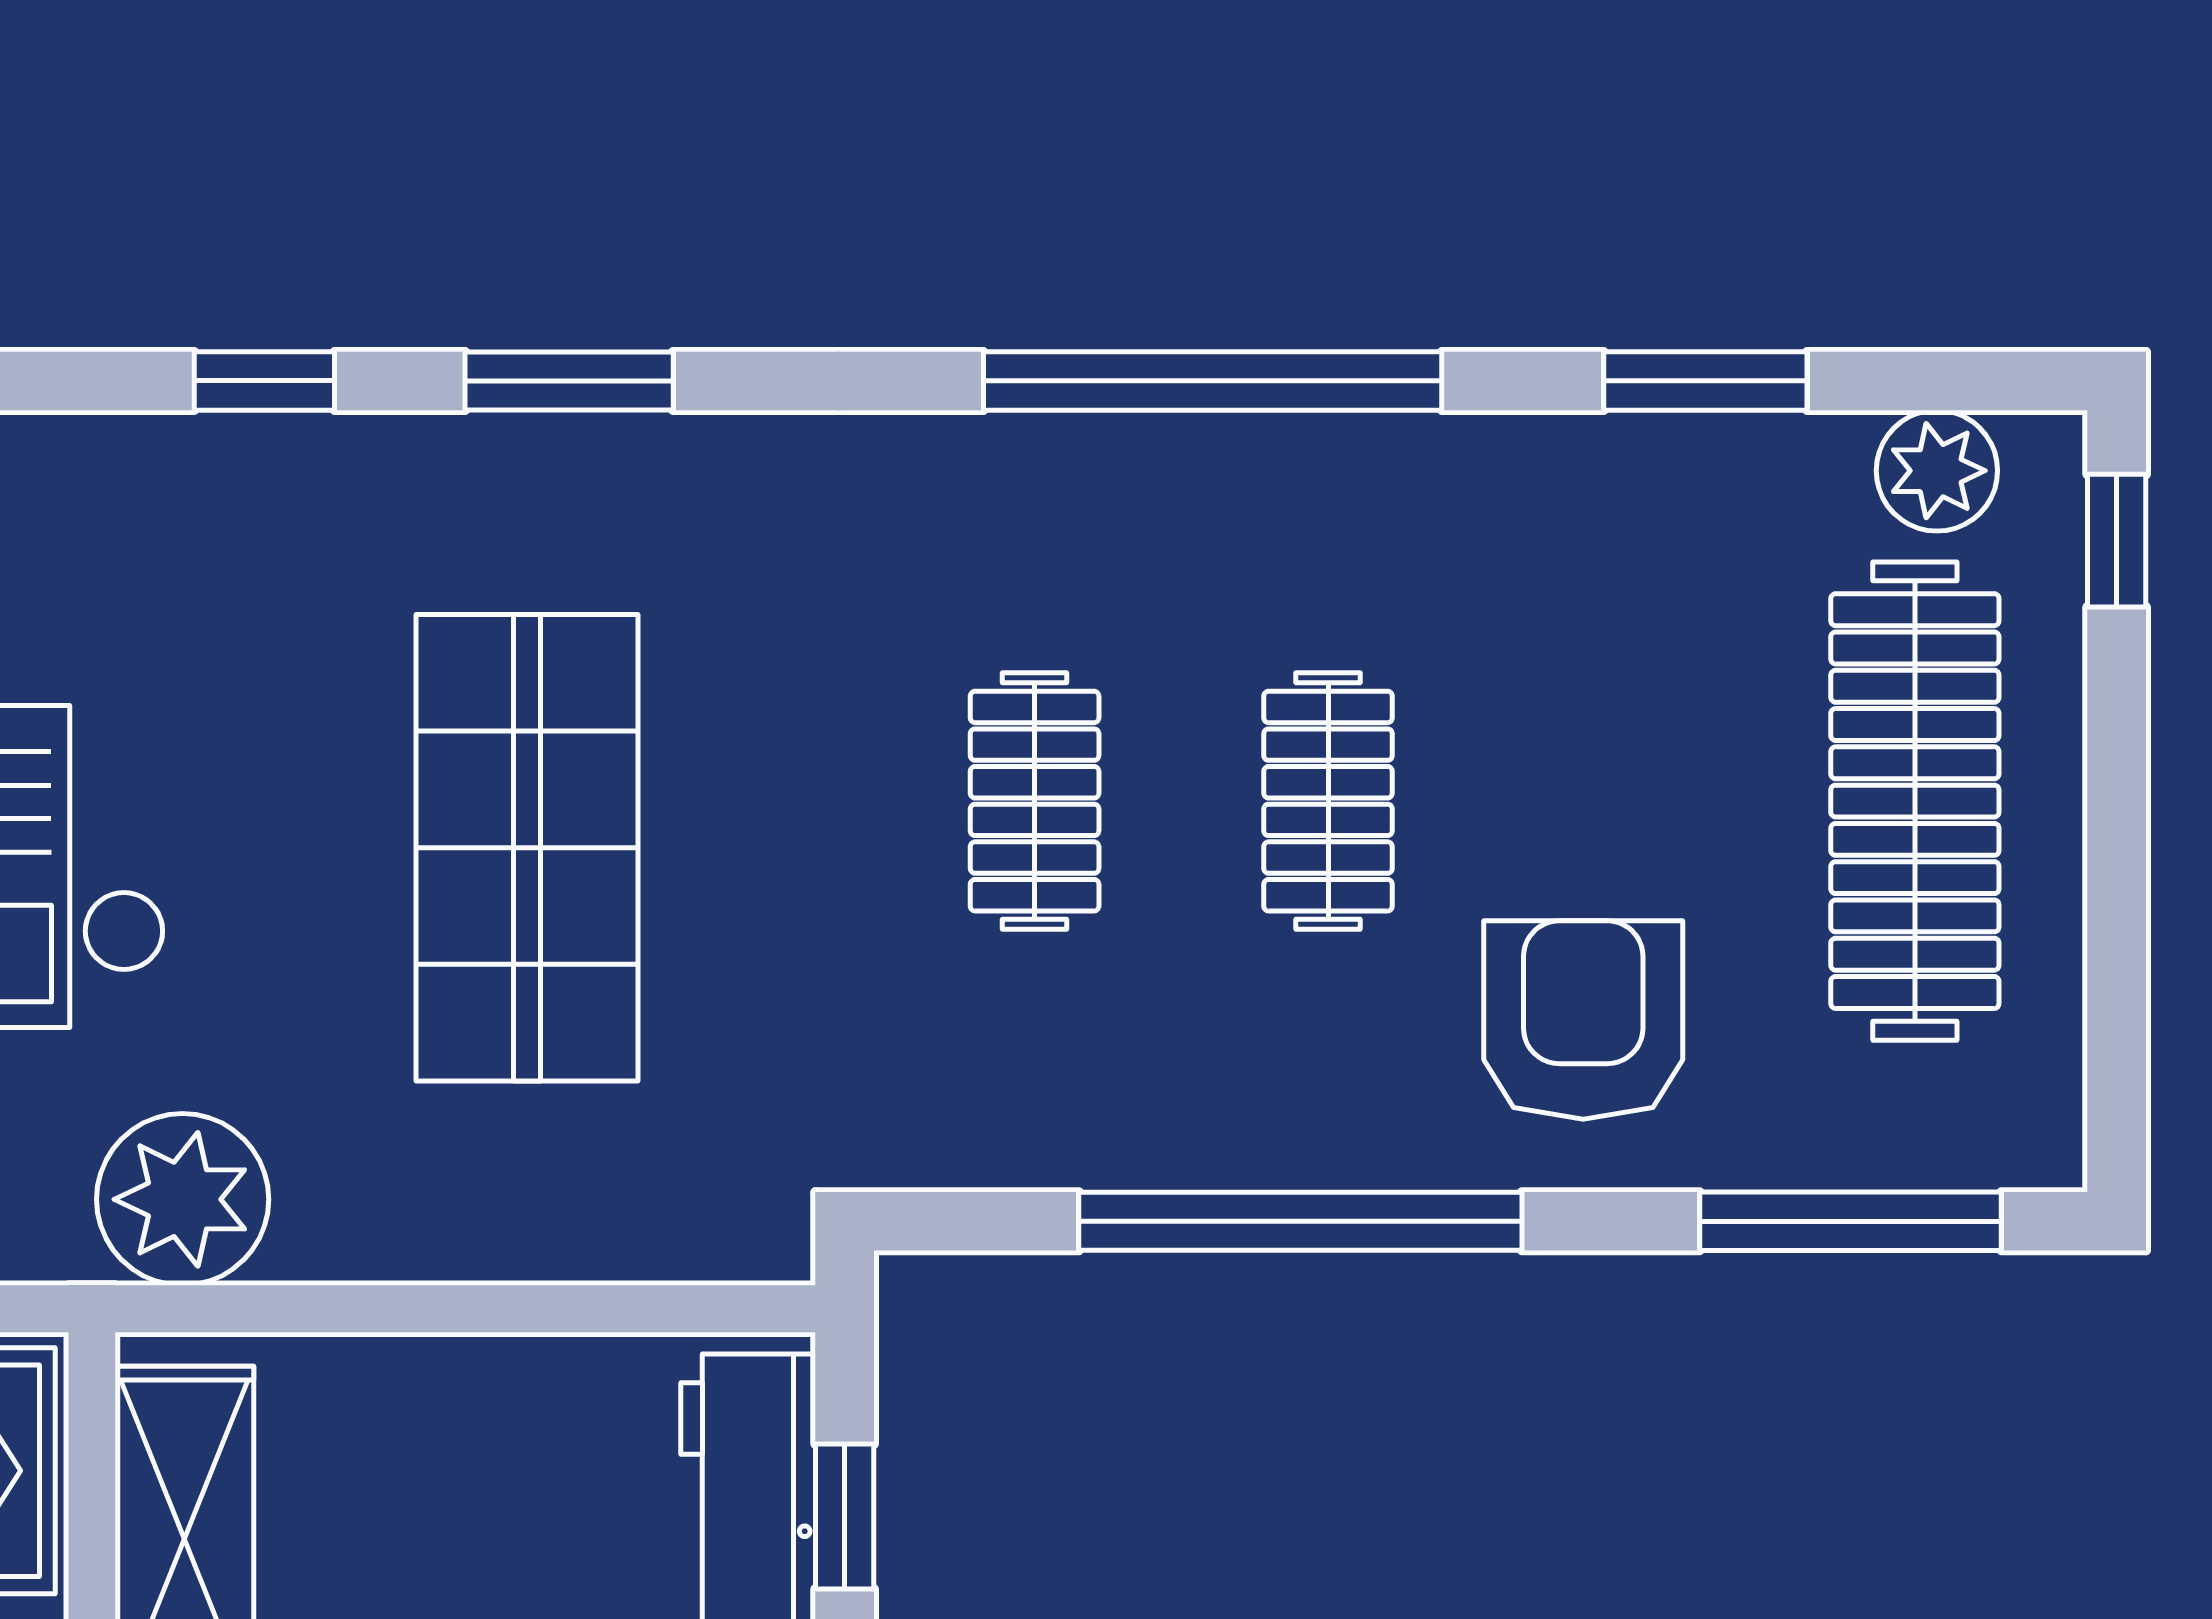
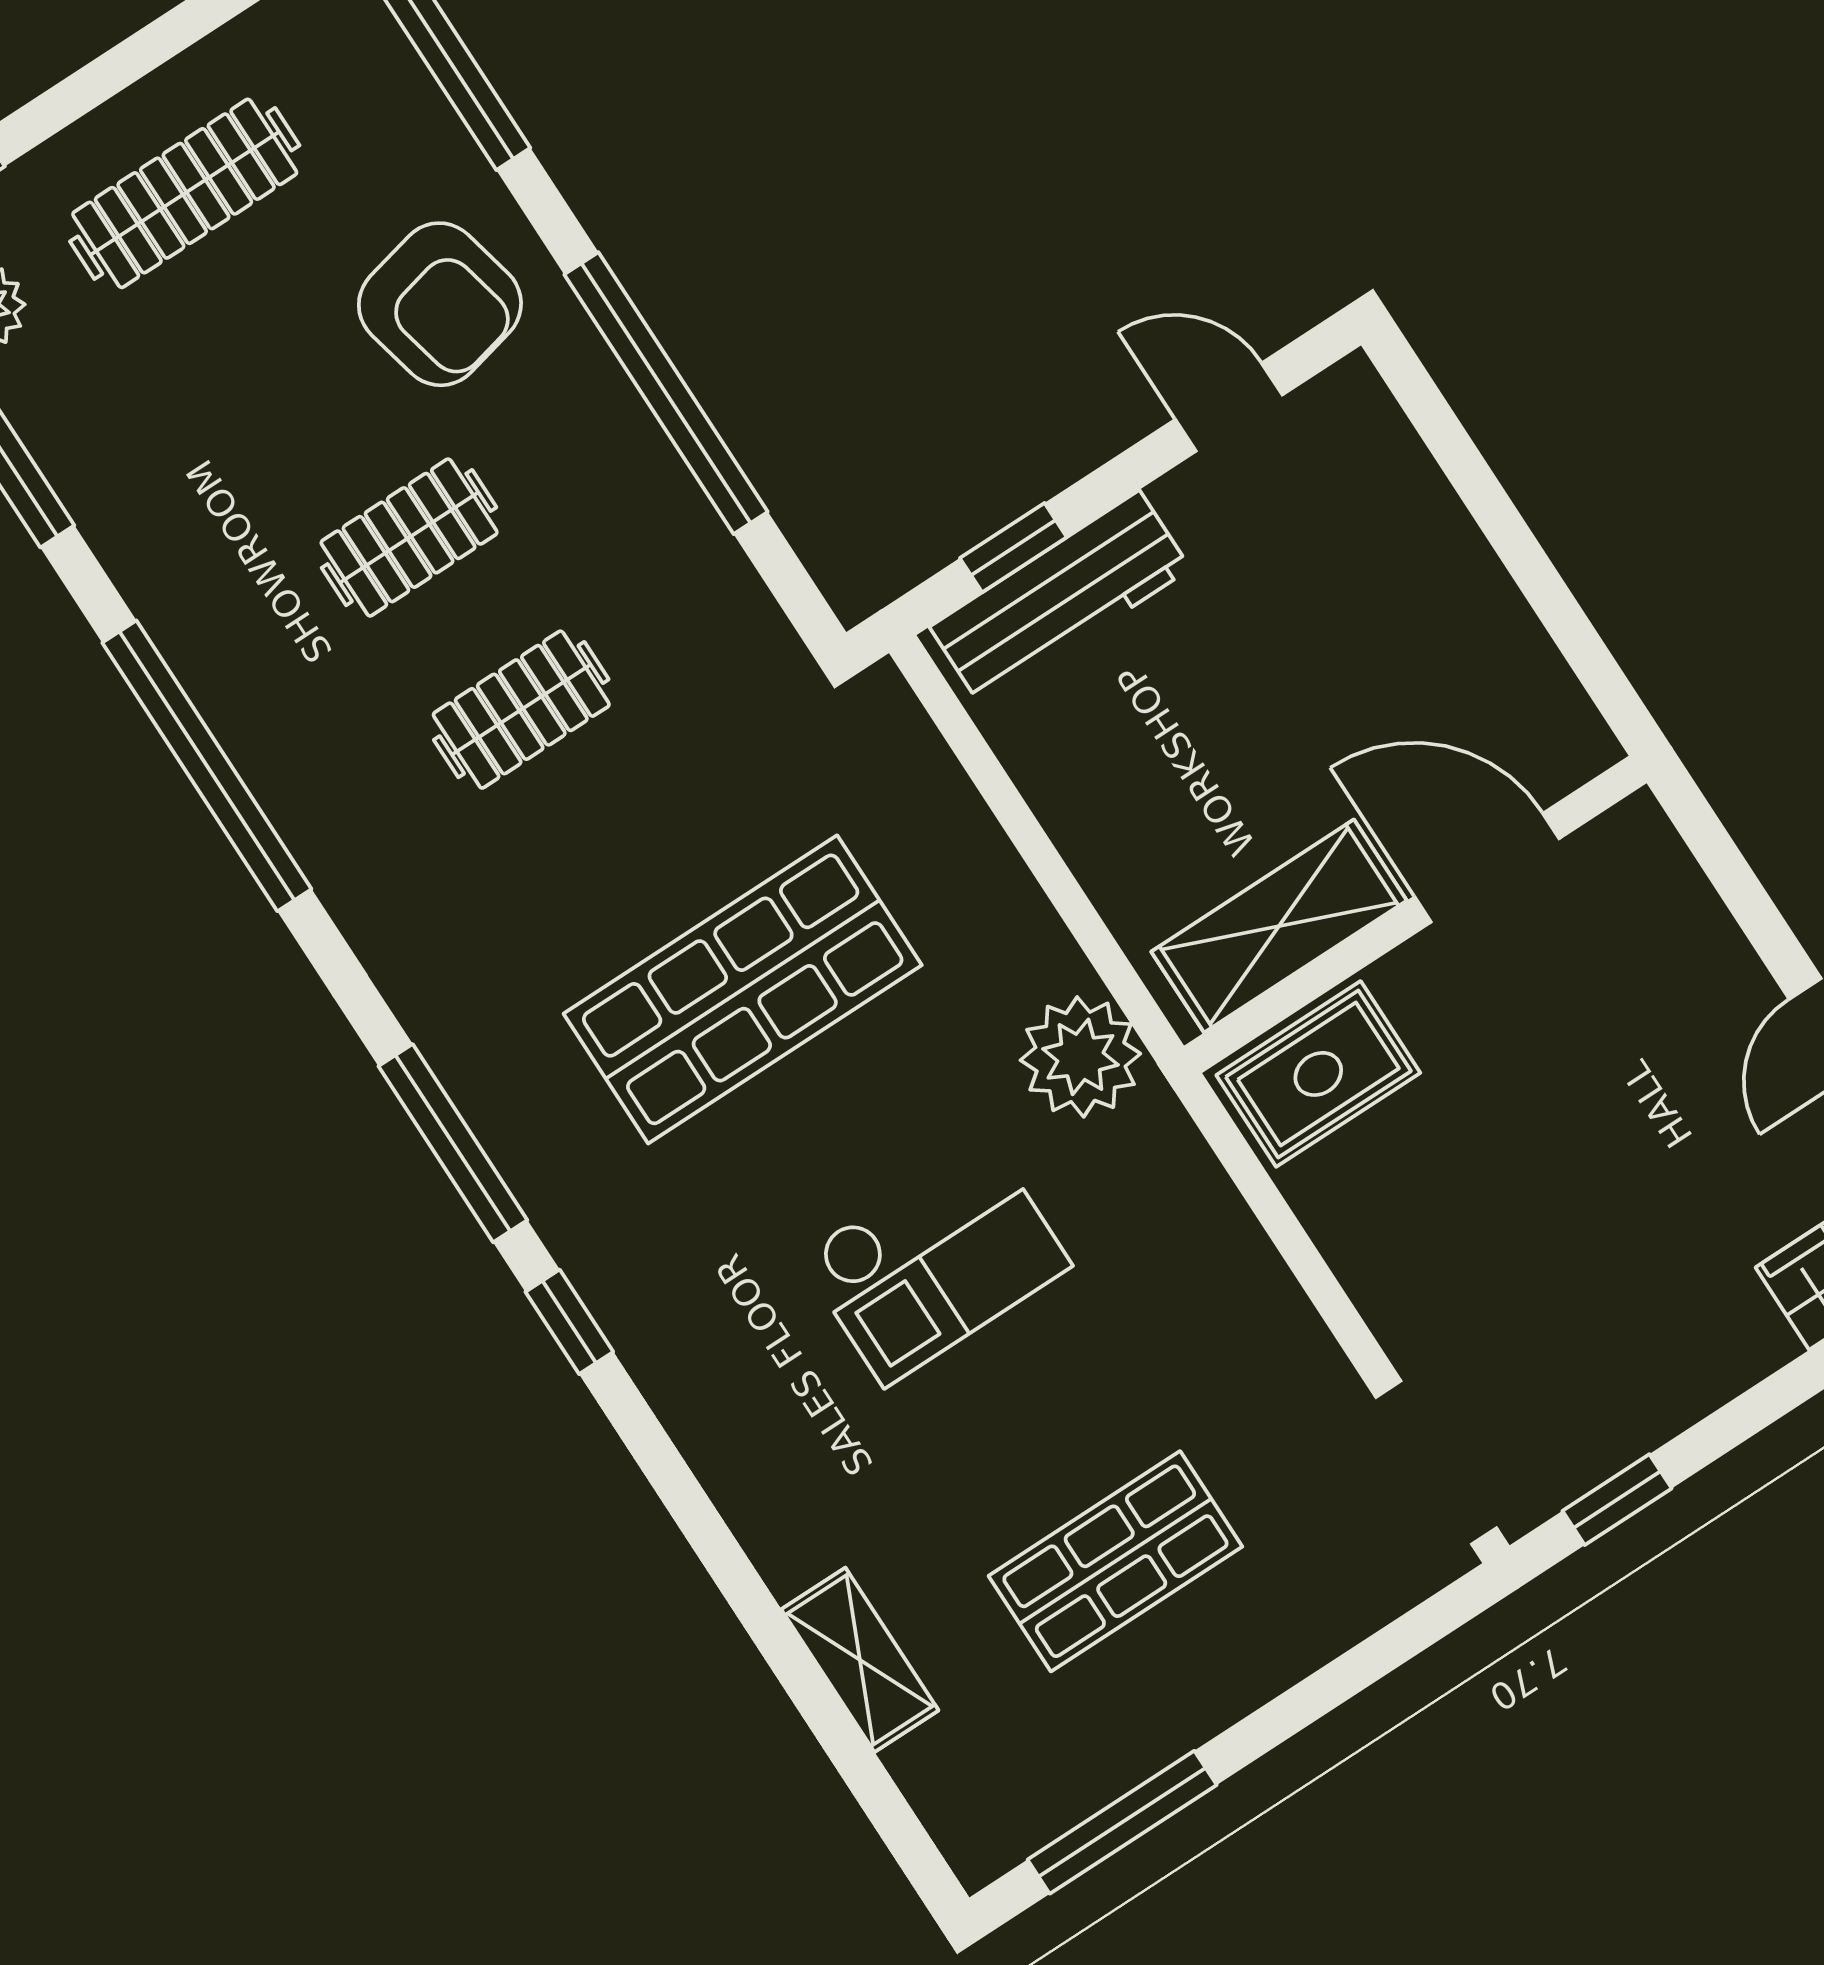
window: (569, 381) -> (453, 1143), width x1.44
clothes rail: (1915, 801) -> (185, 193), width x0.73, depth x0.76
armchair: (1583, 1020) -> (440, 304), turned -103

